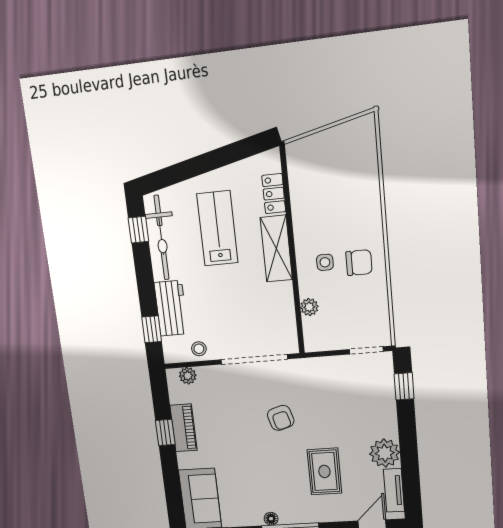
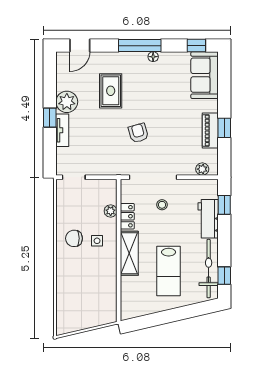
locker: (274, 194) -> (127, 216), moved
stool: (199, 349) -> (162, 205), moved
window: (404, 386) -> (50, 118), moved
tv unit: (394, 490) -> (62, 130), moved

